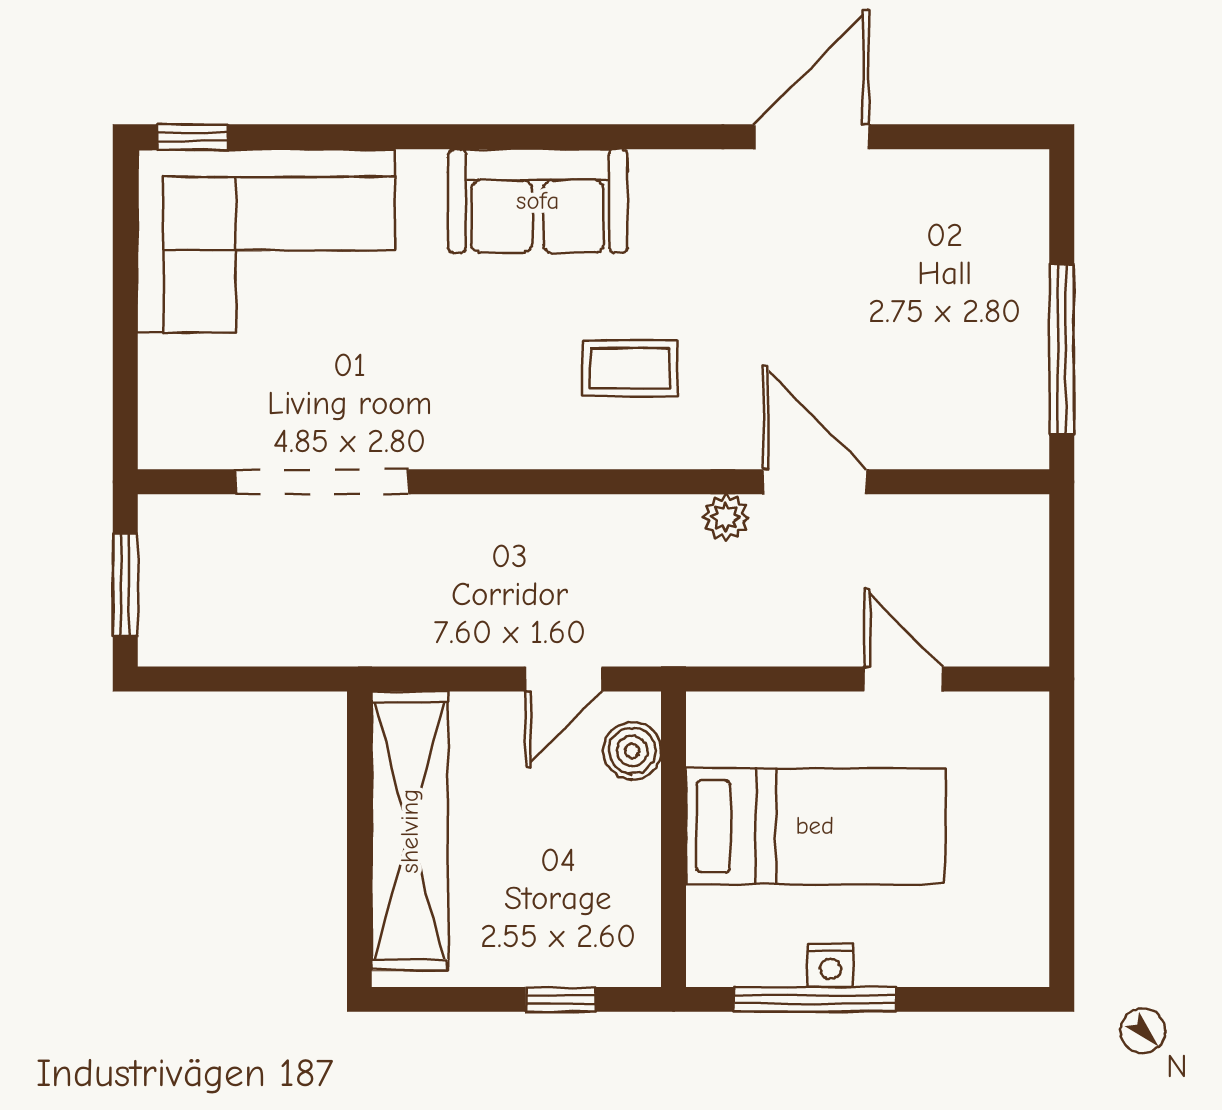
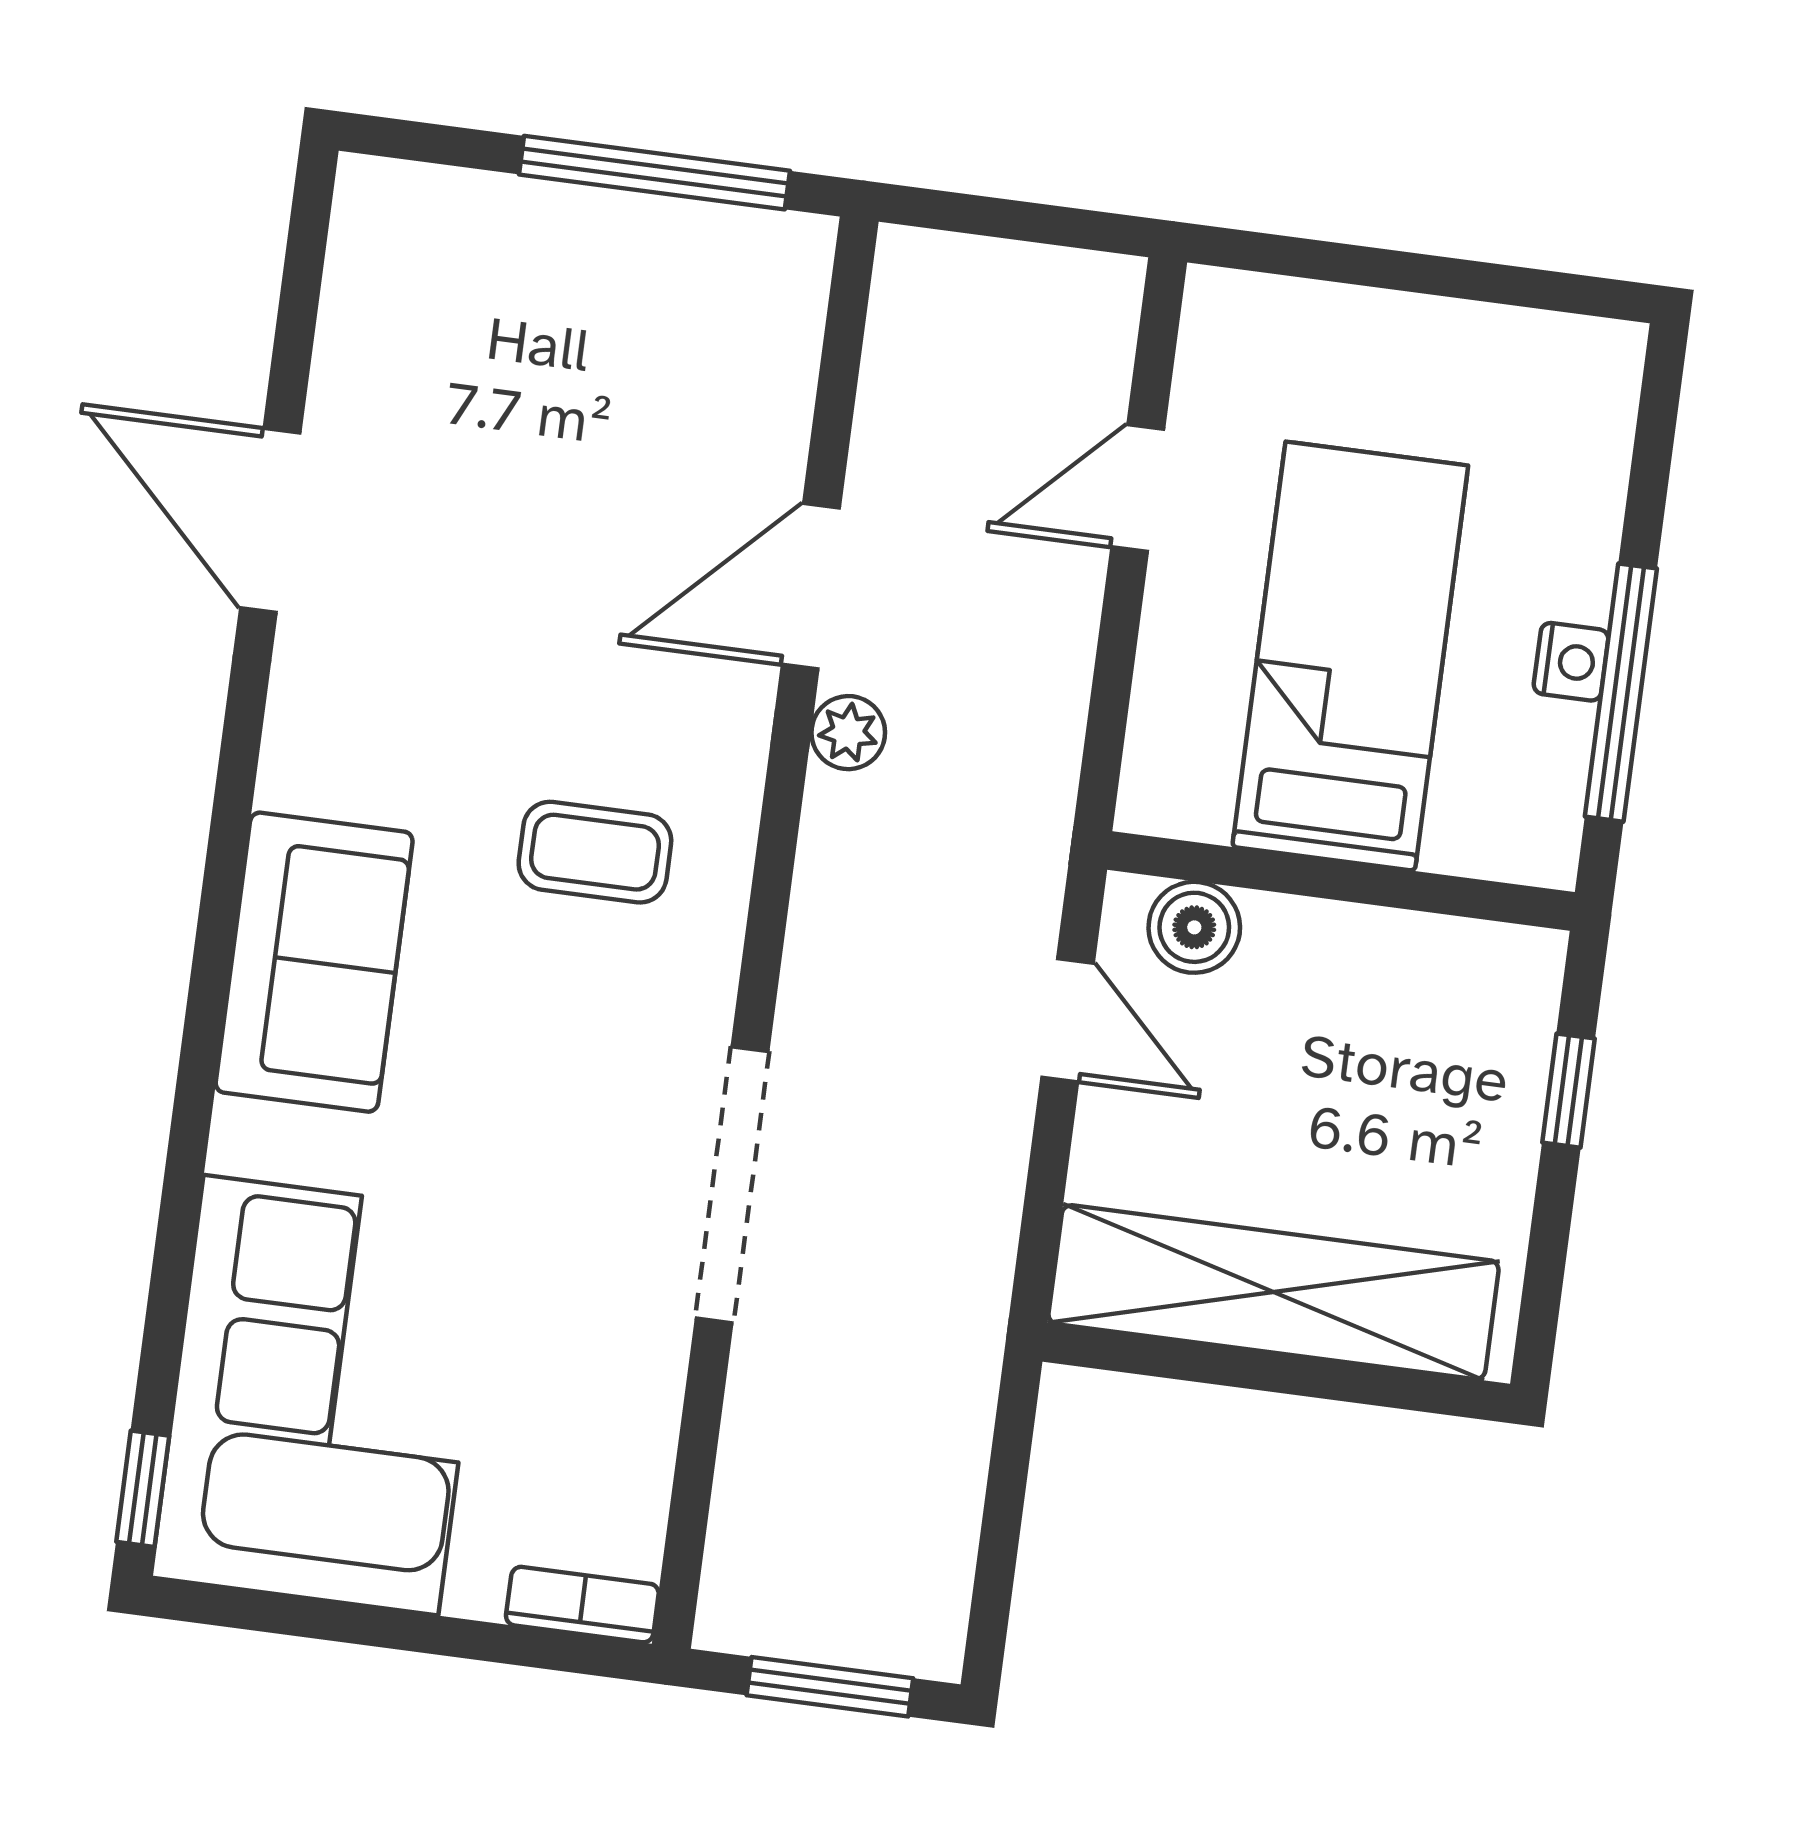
coffee table: (630, 368) -> (595, 852), turned 90
bookcase: (156, 422) -> (582, 1605), added
doorway: (322, 482) -> (732, 1185), moved

